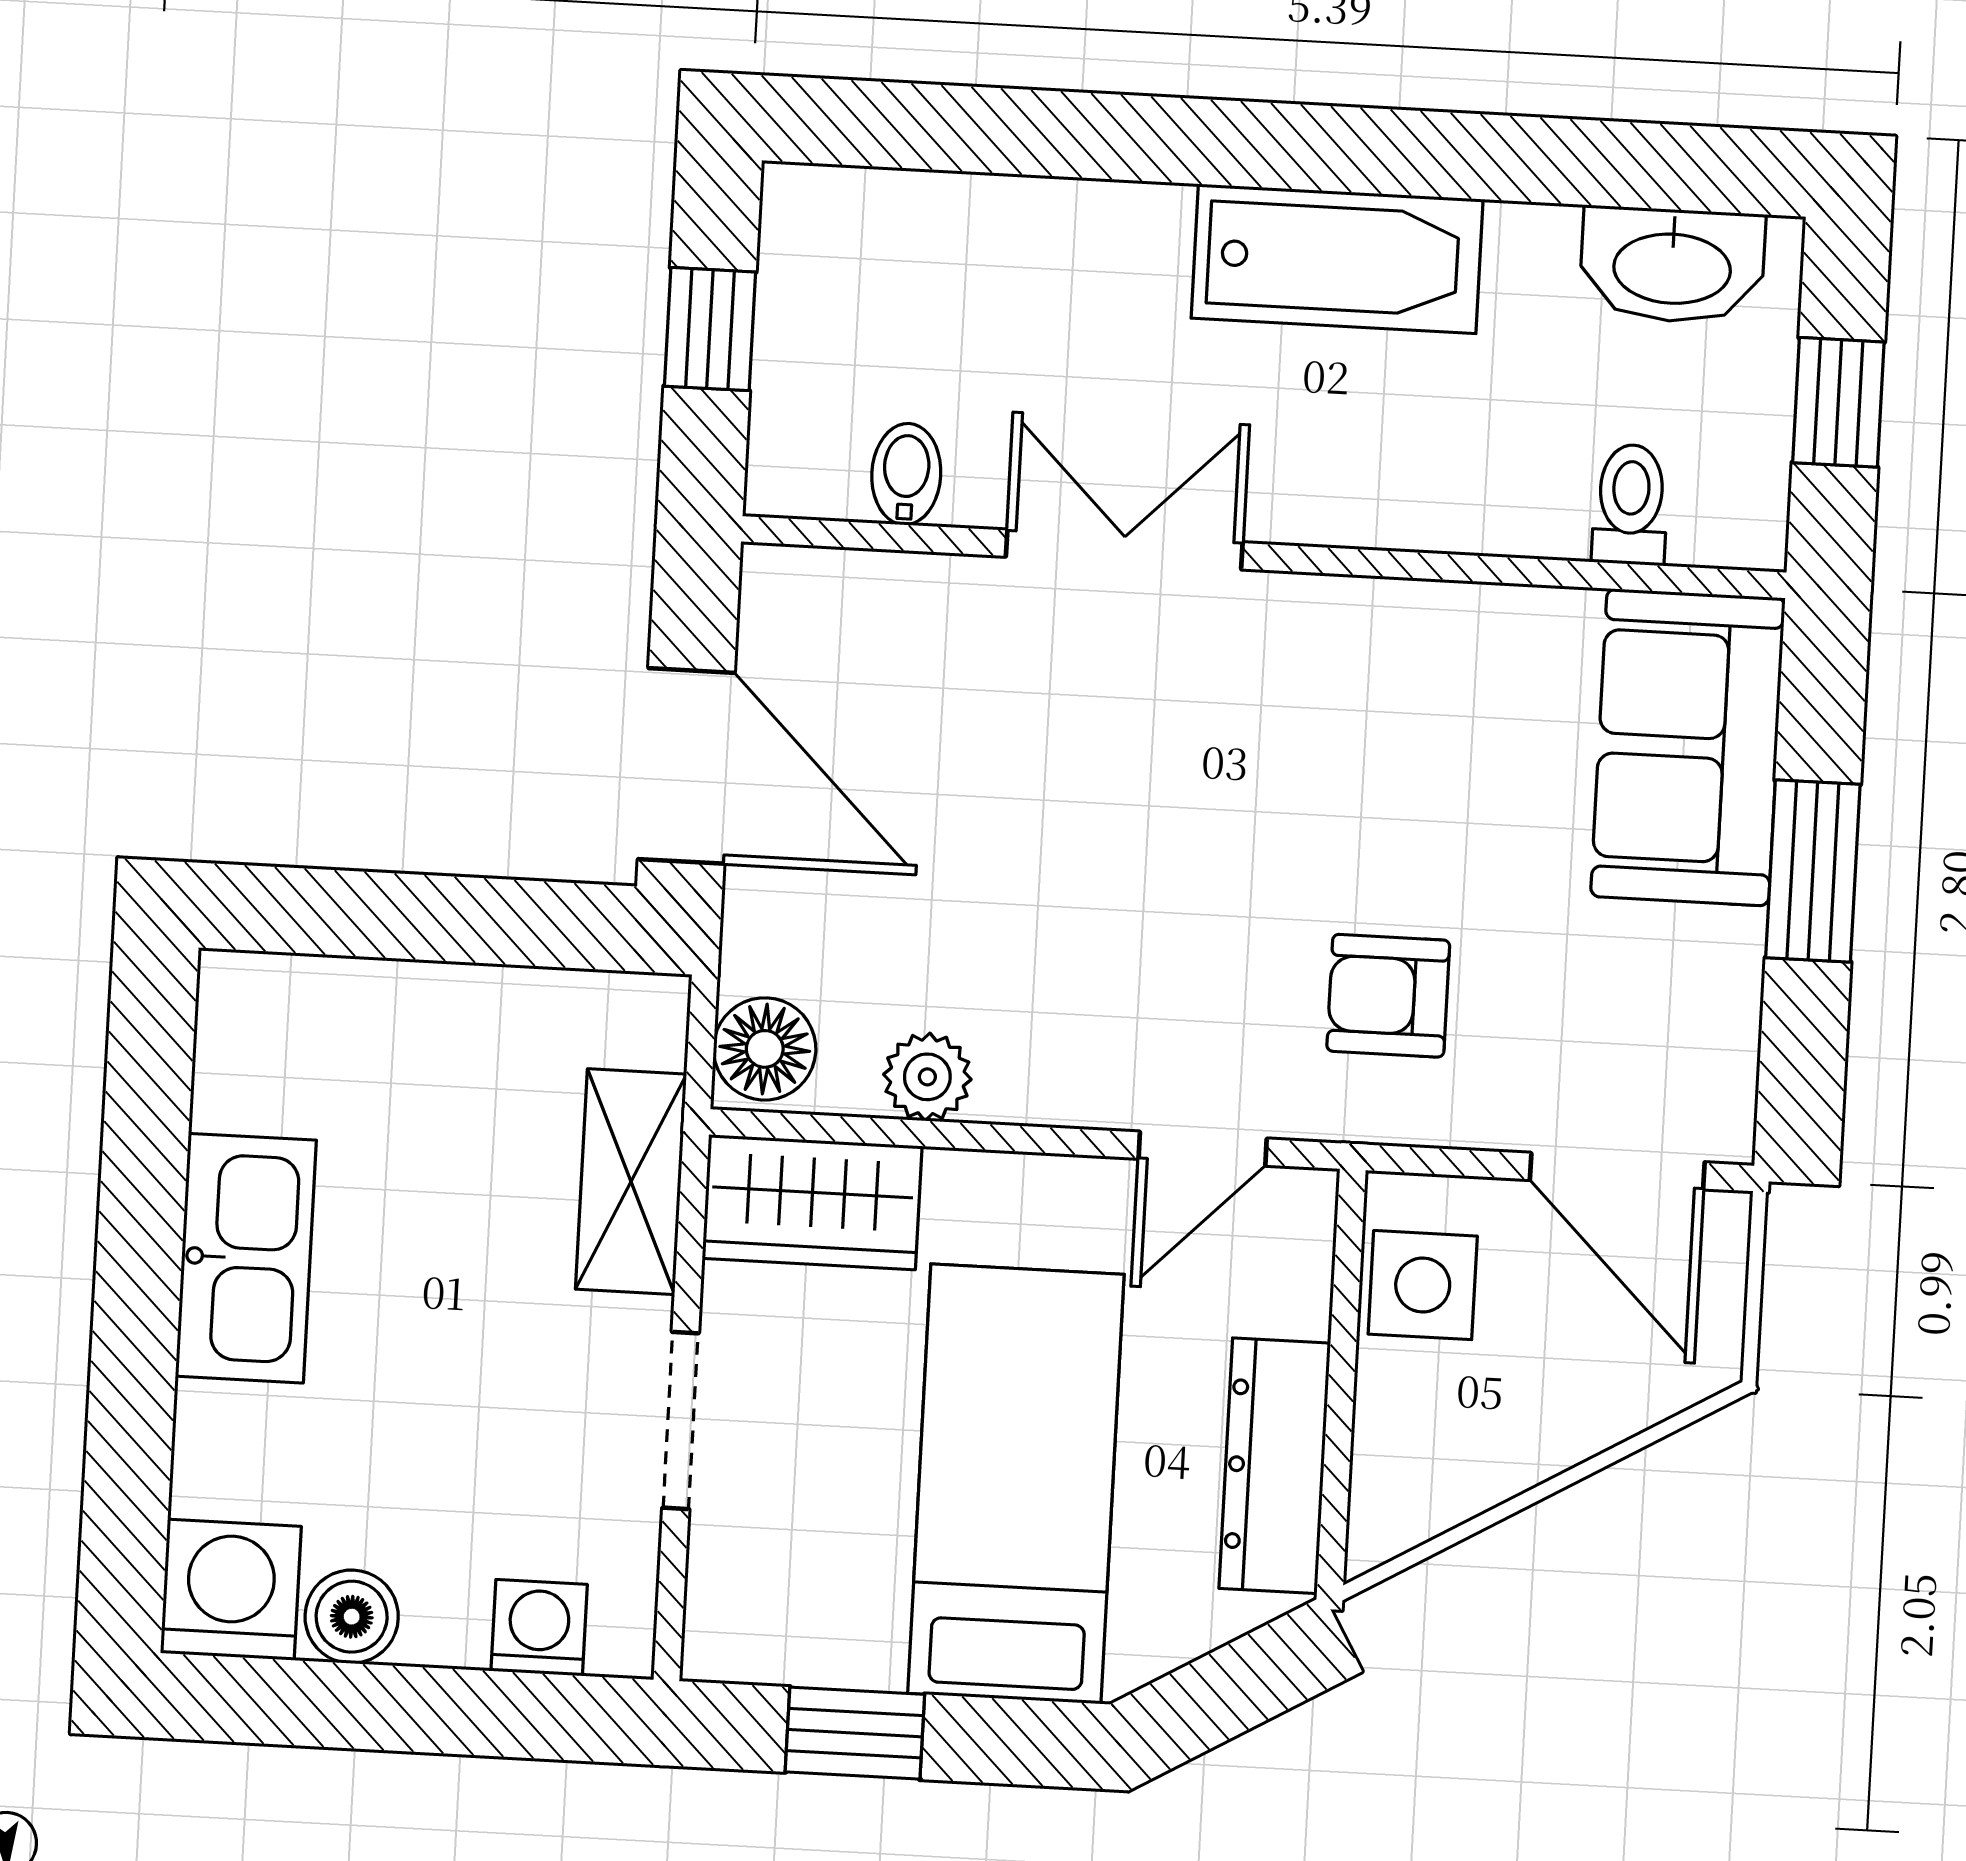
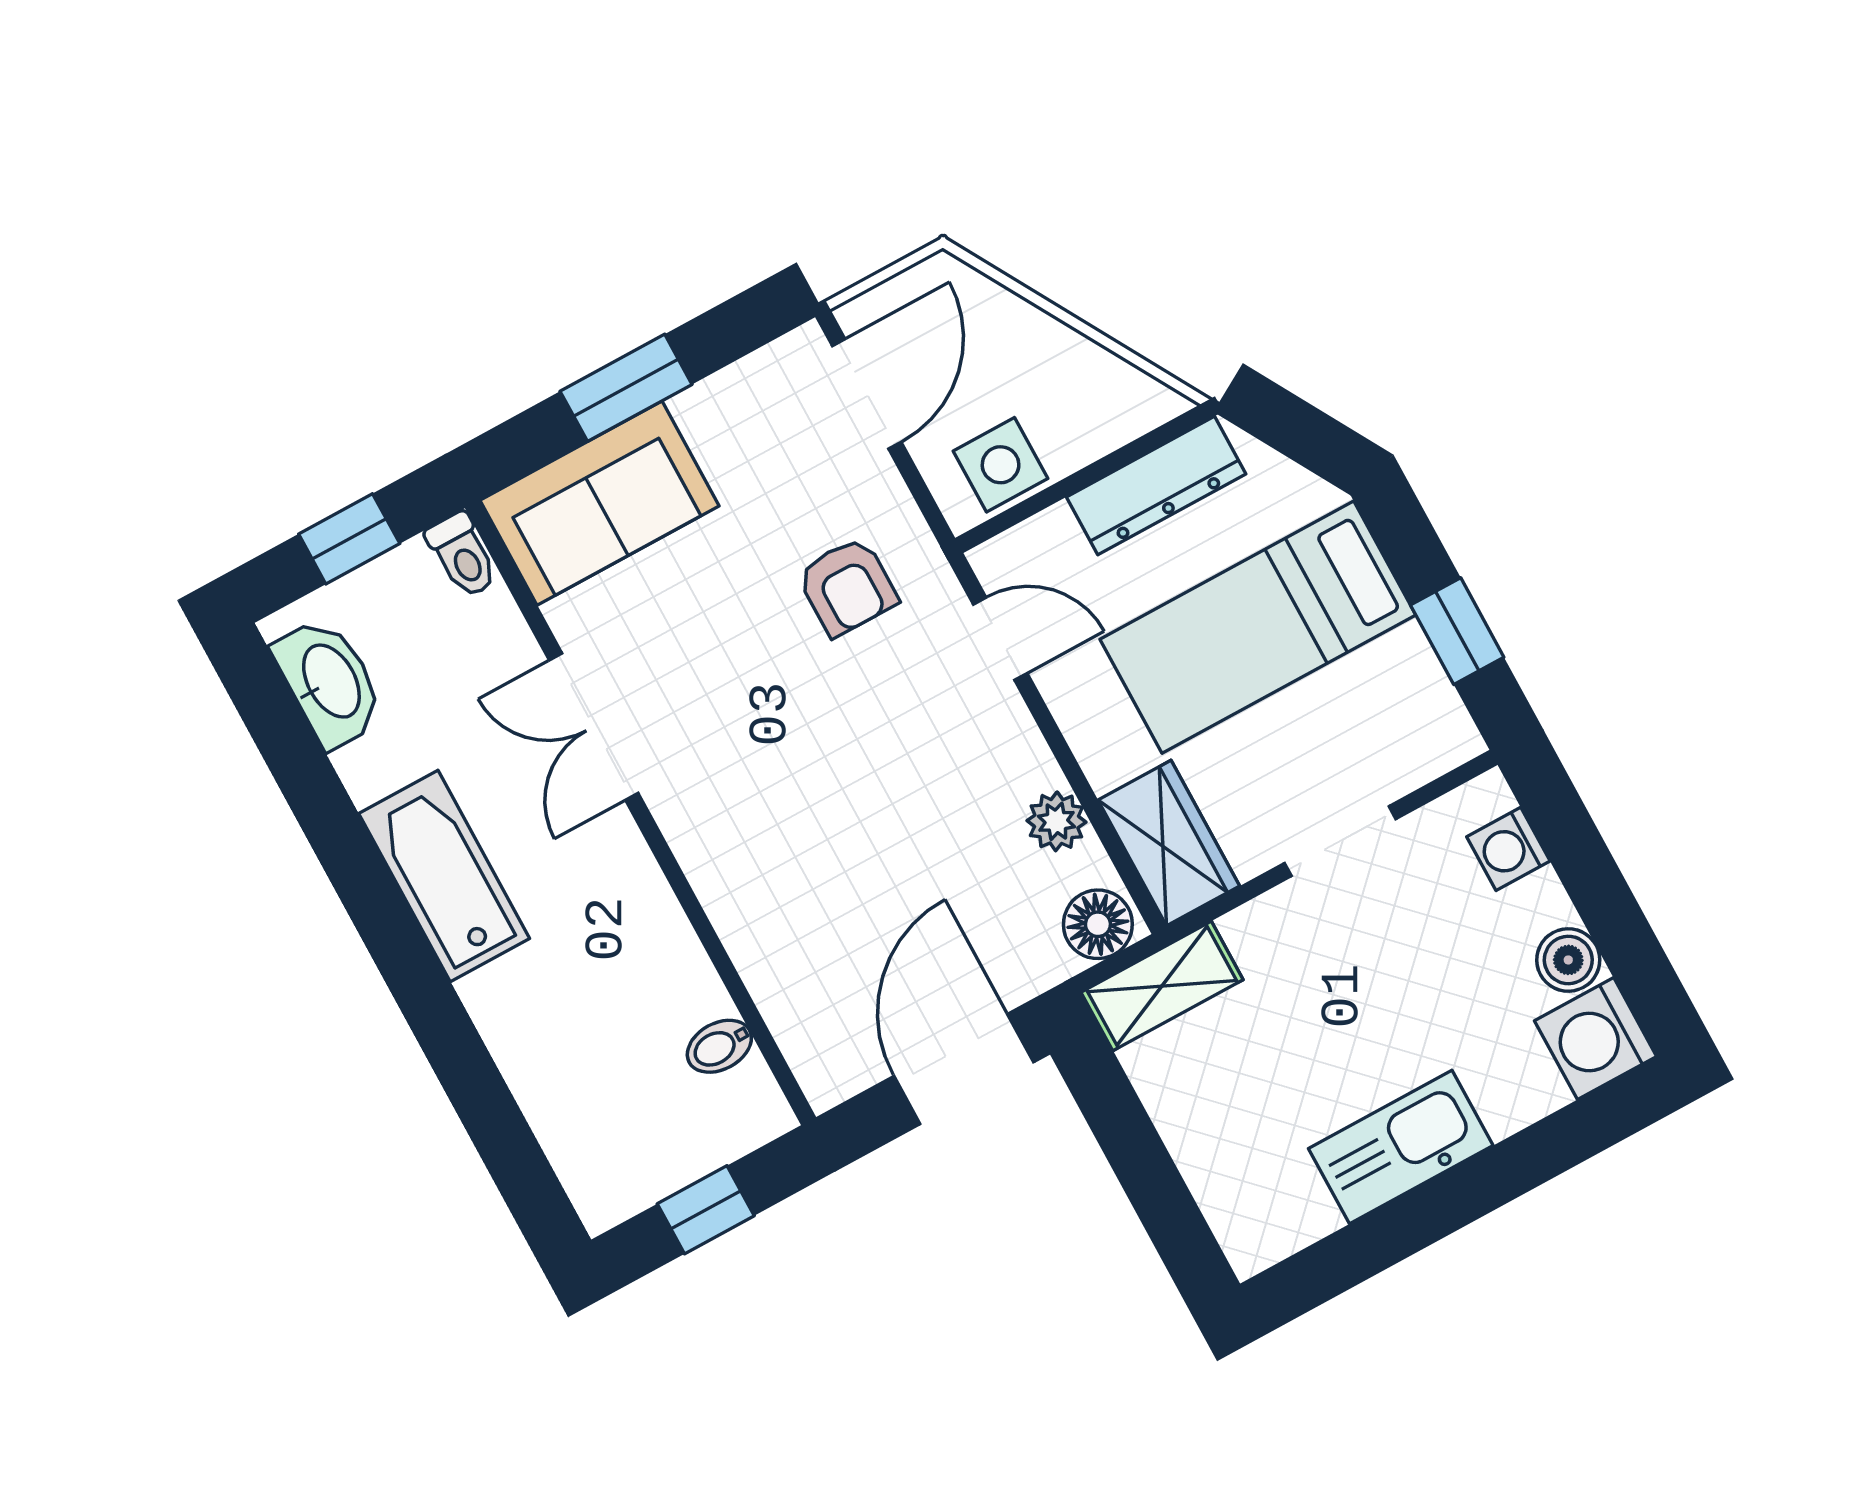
toilet: (1631, 505) -> (462, 555), moved, turned -90
double door: (1124, 550) -> (594, 727), moved
shelving: (631, 1182) -> (1162, 986), moved

